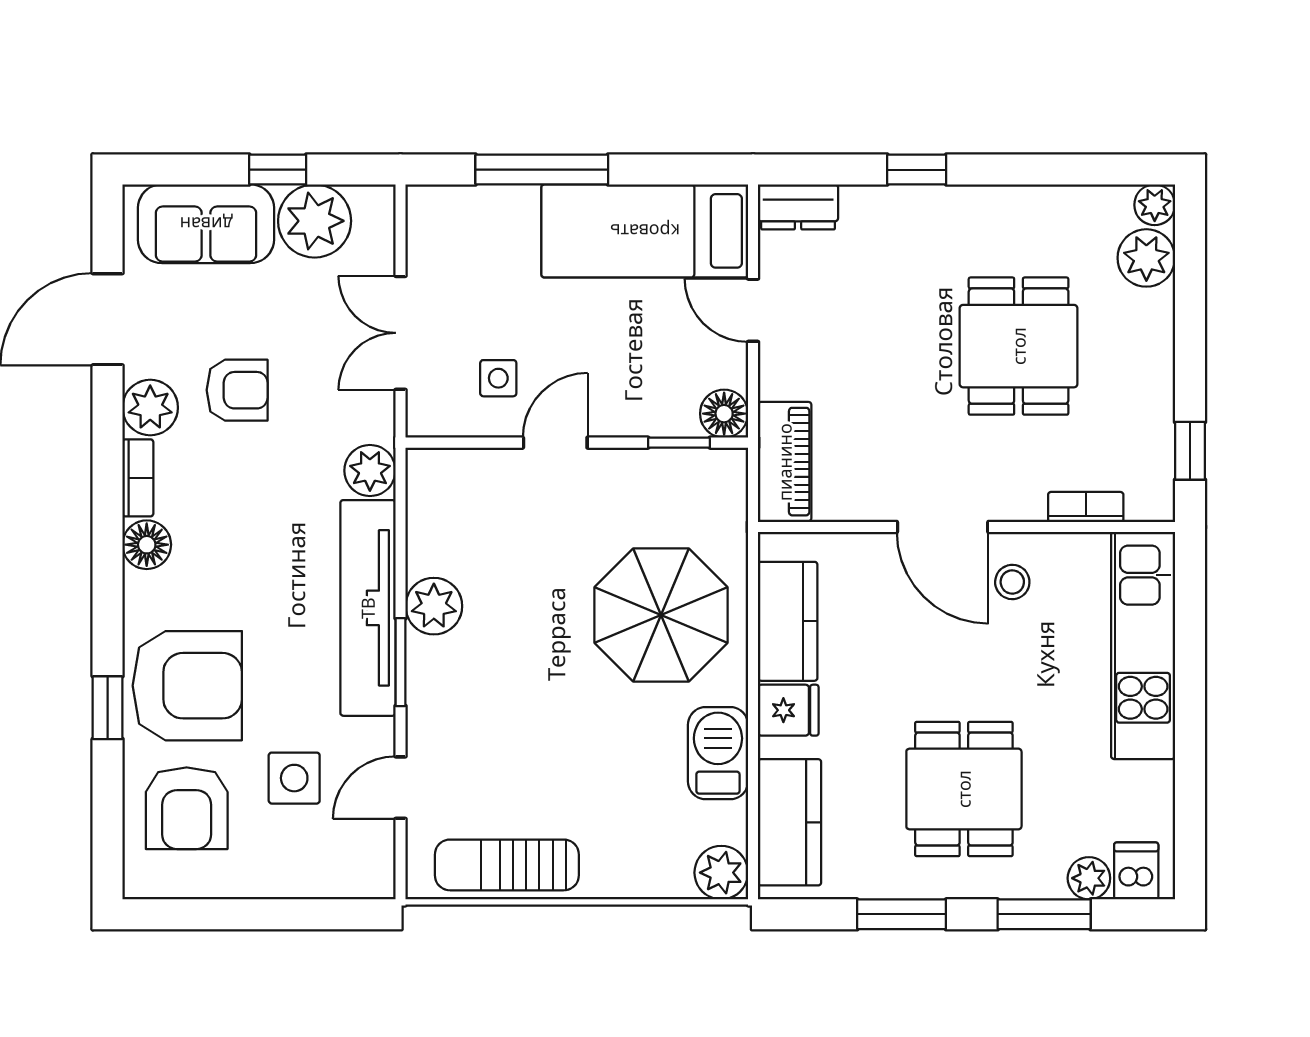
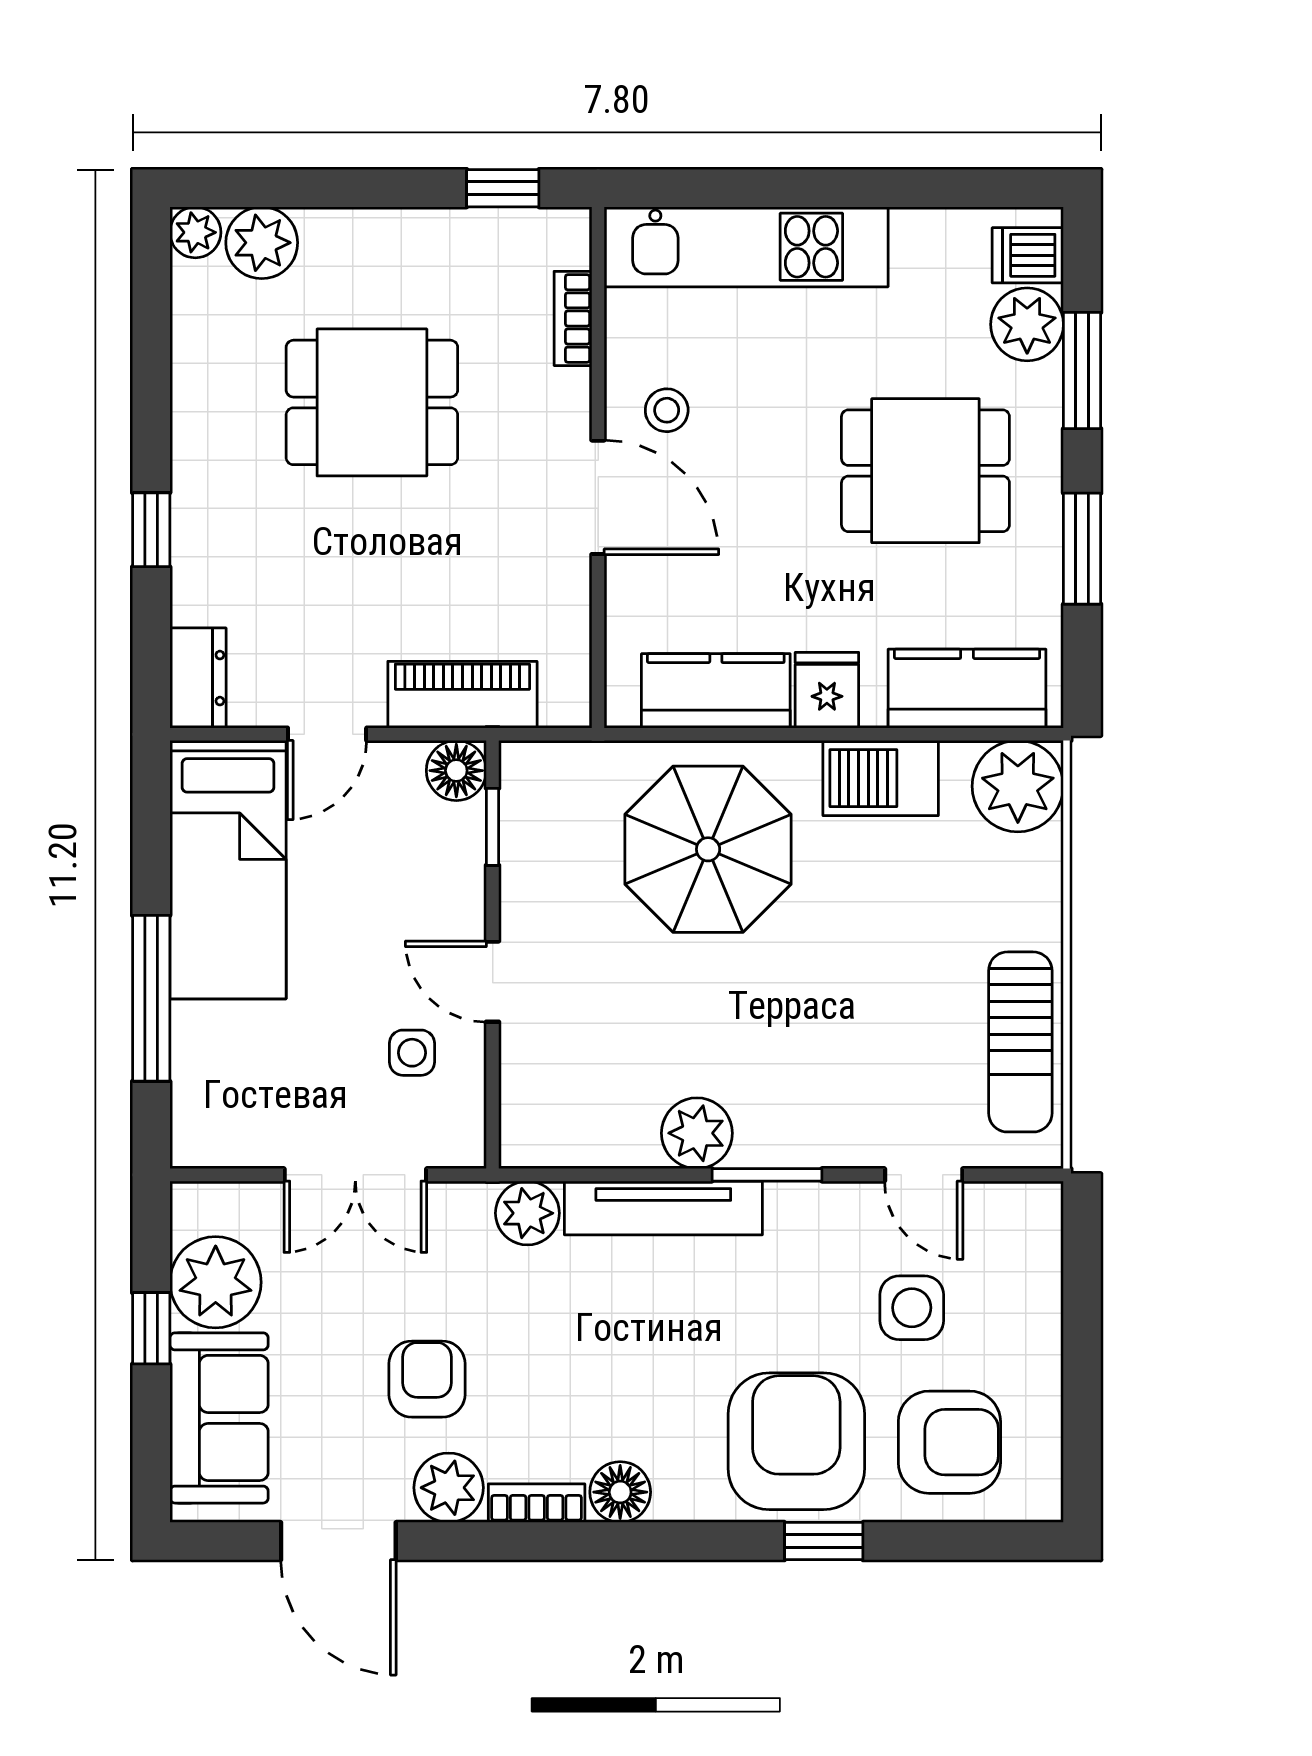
piano: (785, 462) -> (462, 695), moved
door: (943, 527) -> (598, 497), hinge flipped
tv unit: (368, 608) -> (663, 1208), width x0.73, depth x0.78
plant: (721, 873) -> (1018, 786), width x1.36, depth x1.36
plant: (1089, 878) -> (1027, 324), width x1.38, depth x1.38

